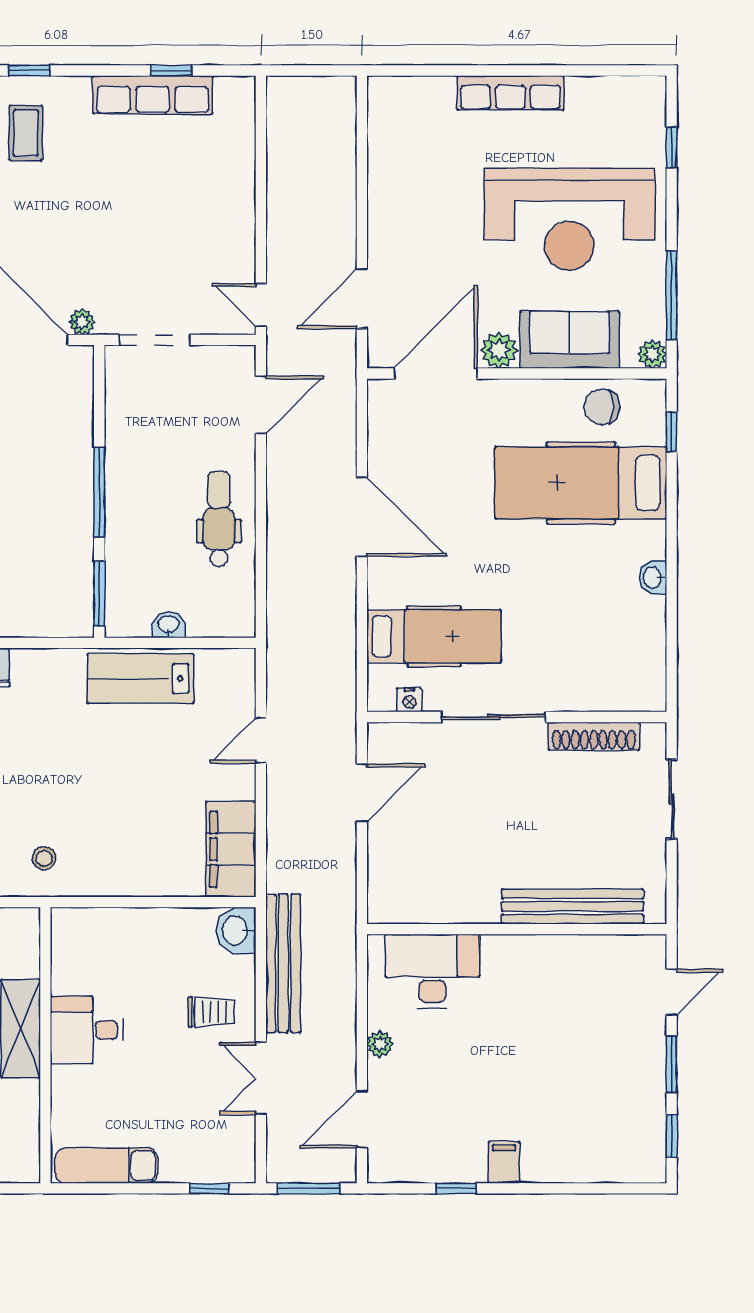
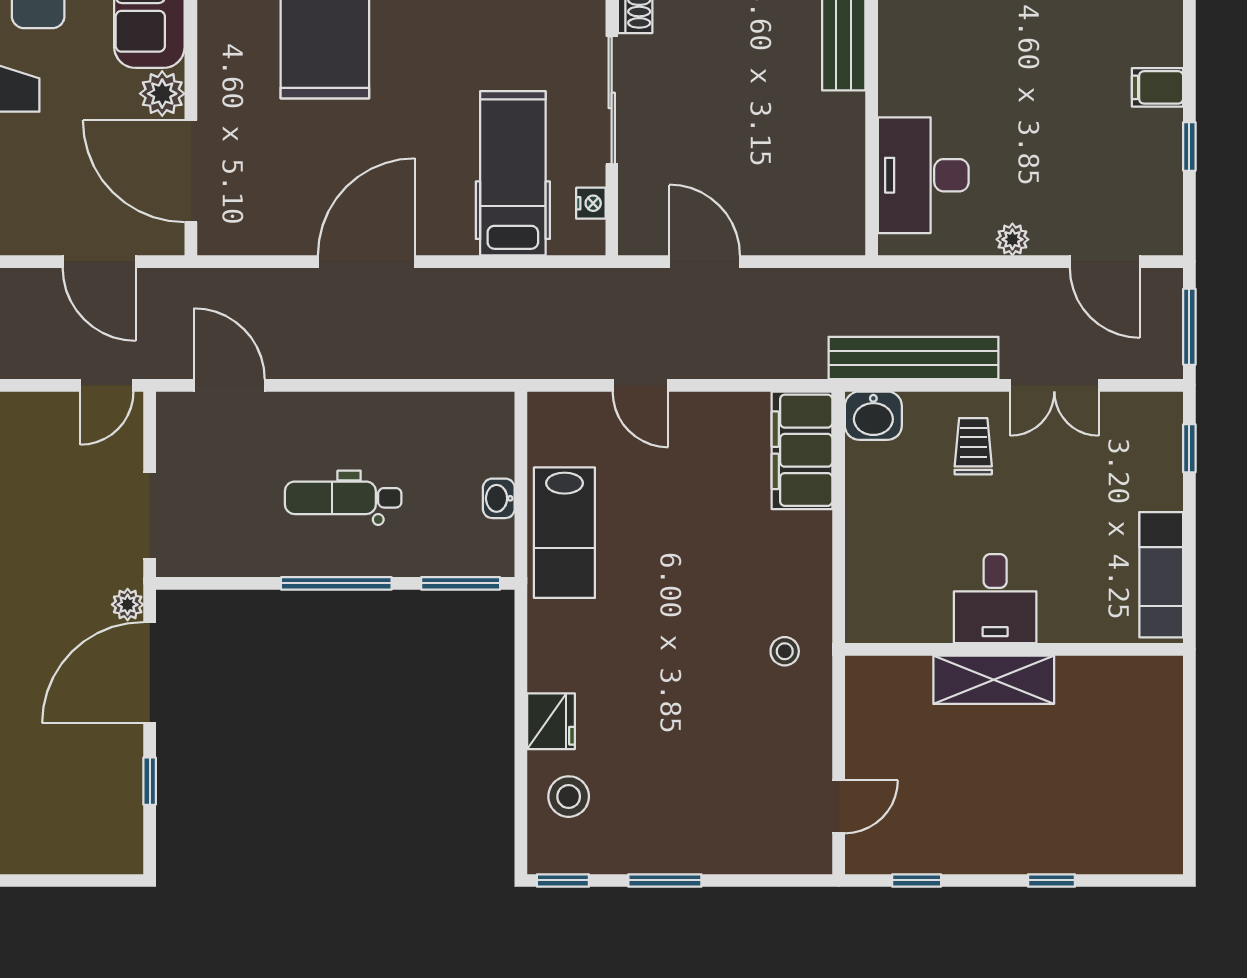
dental chair: (219, 519) -> (343, 498), moved
filing cabinet: (231, 849) -> (802, 450), moved, turned 90

